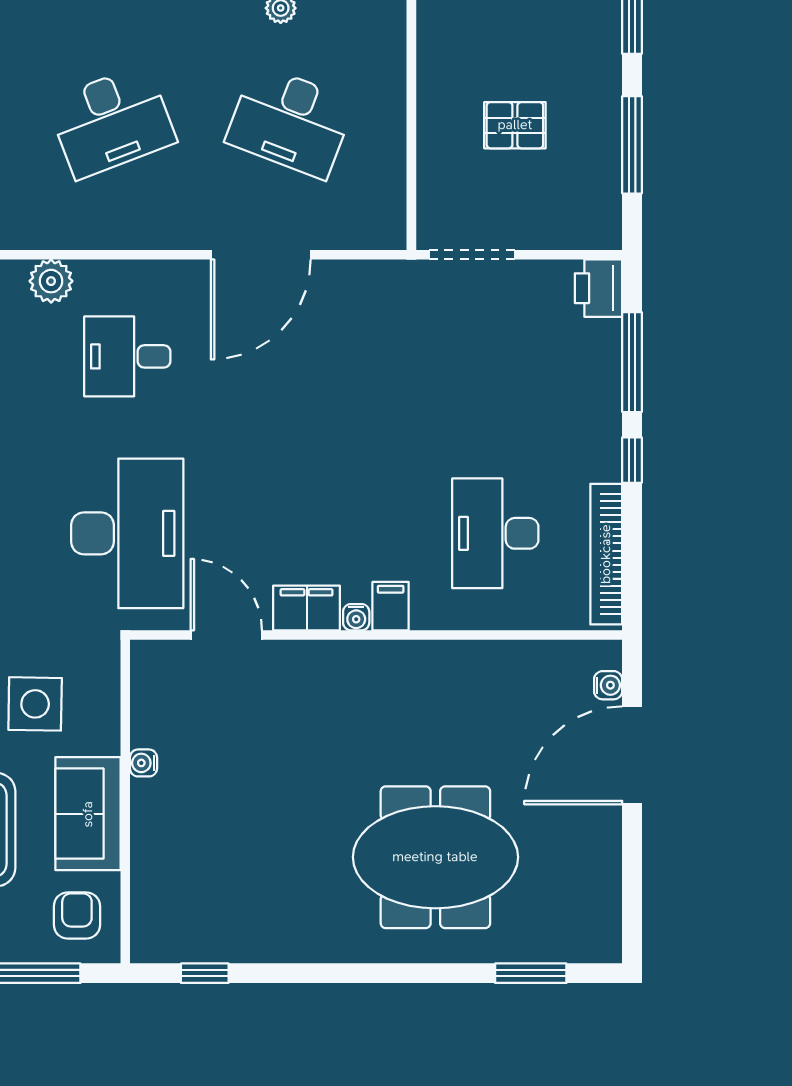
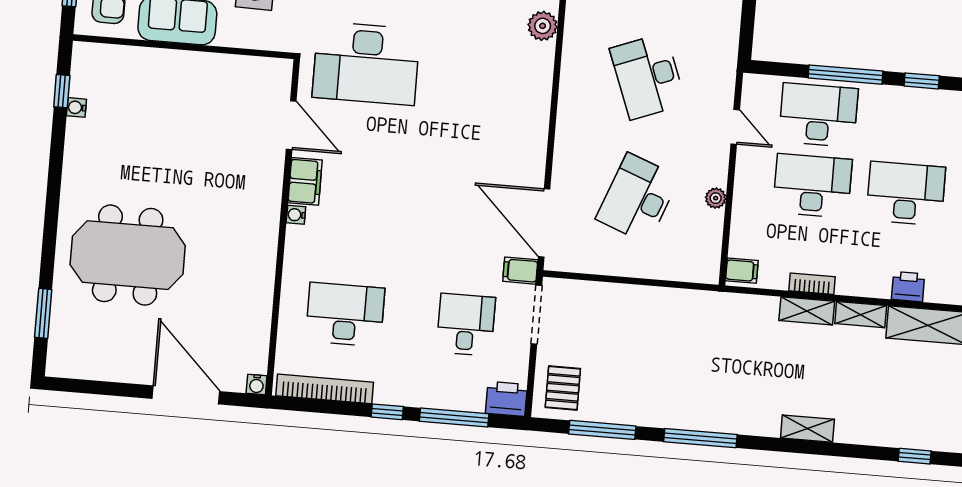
pallet: (515, 125) -> (563, 388), moved
door: (261, 255) -> (544, 223), moved
desk: (127, 356) -> (466, 325), moved
filing cabinet: (391, 606) -> (520, 271), moved, turned 180
door: (226, 635) -> (291, 125), hinge flipped
water cooler: (608, 685) -> (257, 384), moved
water cooler: (143, 763) -> (76, 107), moved, turned -90
meeting table: (435, 857) -> (128, 255), turned 90

